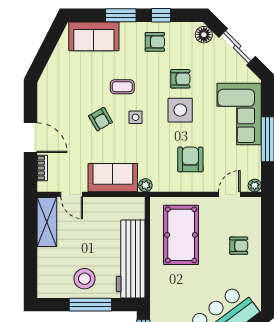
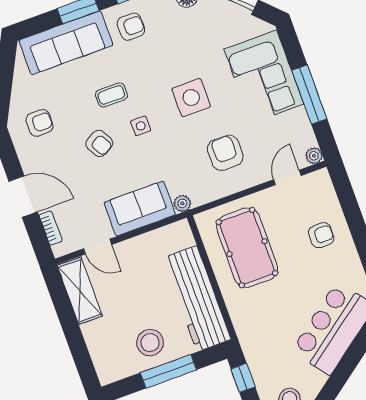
sofa: (94, 36) -> (66, 43), width x1.36
armchair: (180, 79) -> (39, 123), moved

